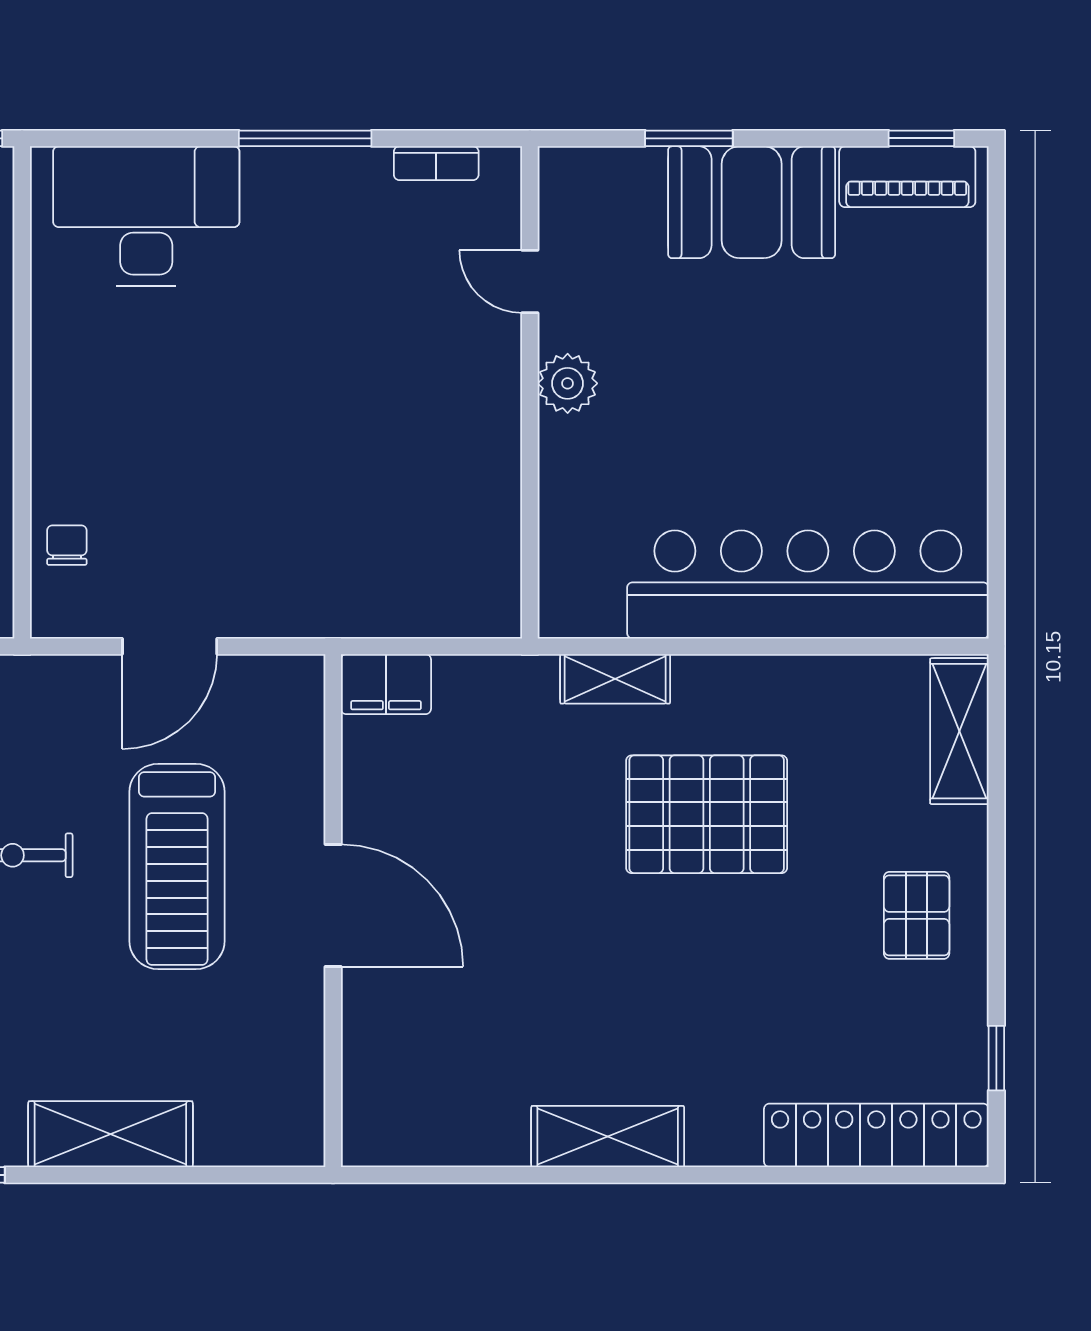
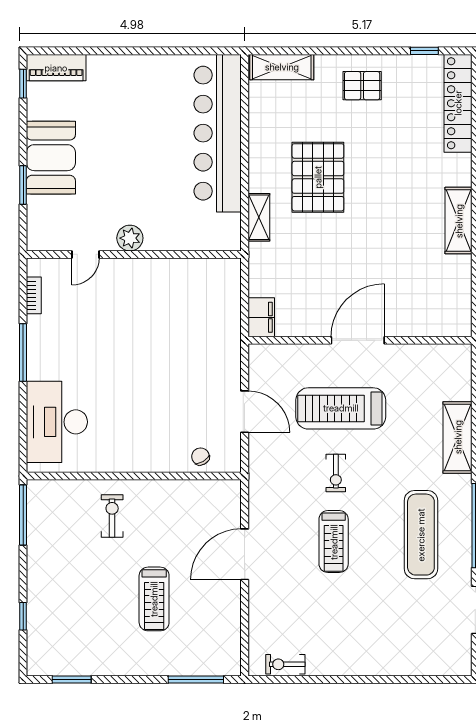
piano: (907, 177) -> (56, 68), moved, turned 90
chair: (67, 545) -> (200, 457), turned 59
treadmill: (177, 866) -> (341, 408), turned 180

